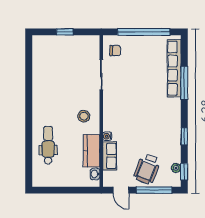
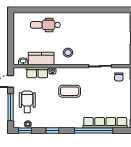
window: (184, 83) -> (94, 130), width x1.46
coffee table: (134, 114) -> (70, 91), added
dental chair: (48, 145) -> (45, 25), turned 180
wheelchair: (147, 169) -> (27, 102), turned 69

